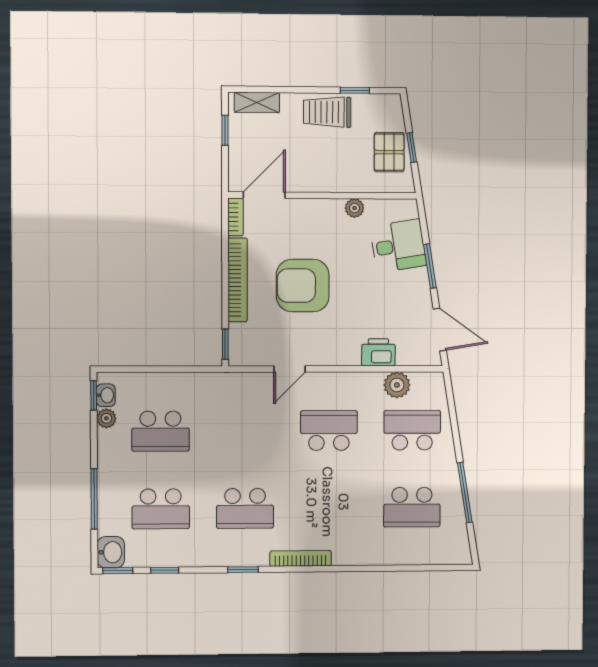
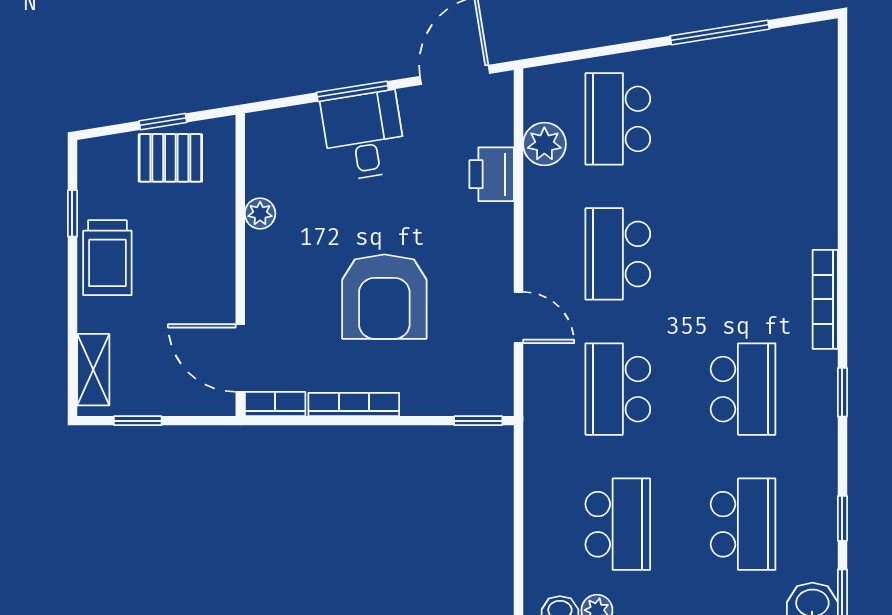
desk: (398, 246) -> (364, 136), moved
bookcase: (238, 280) -> (354, 404), width x0.68, depth x0.76
school desk: (412, 507) -> (618, 389), moved, turned 180

